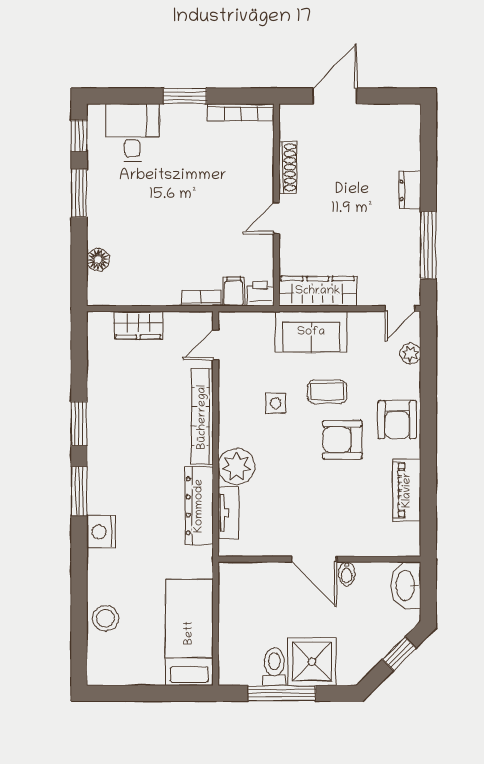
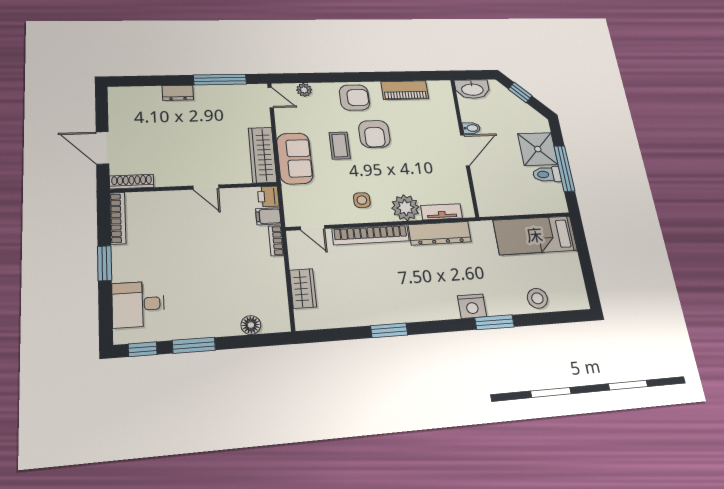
shoe rack: (288, 167) -> (132, 182), moved
side table: (276, 403) -> (362, 200), moved
window: (79, 491) -> (494, 322), moved

